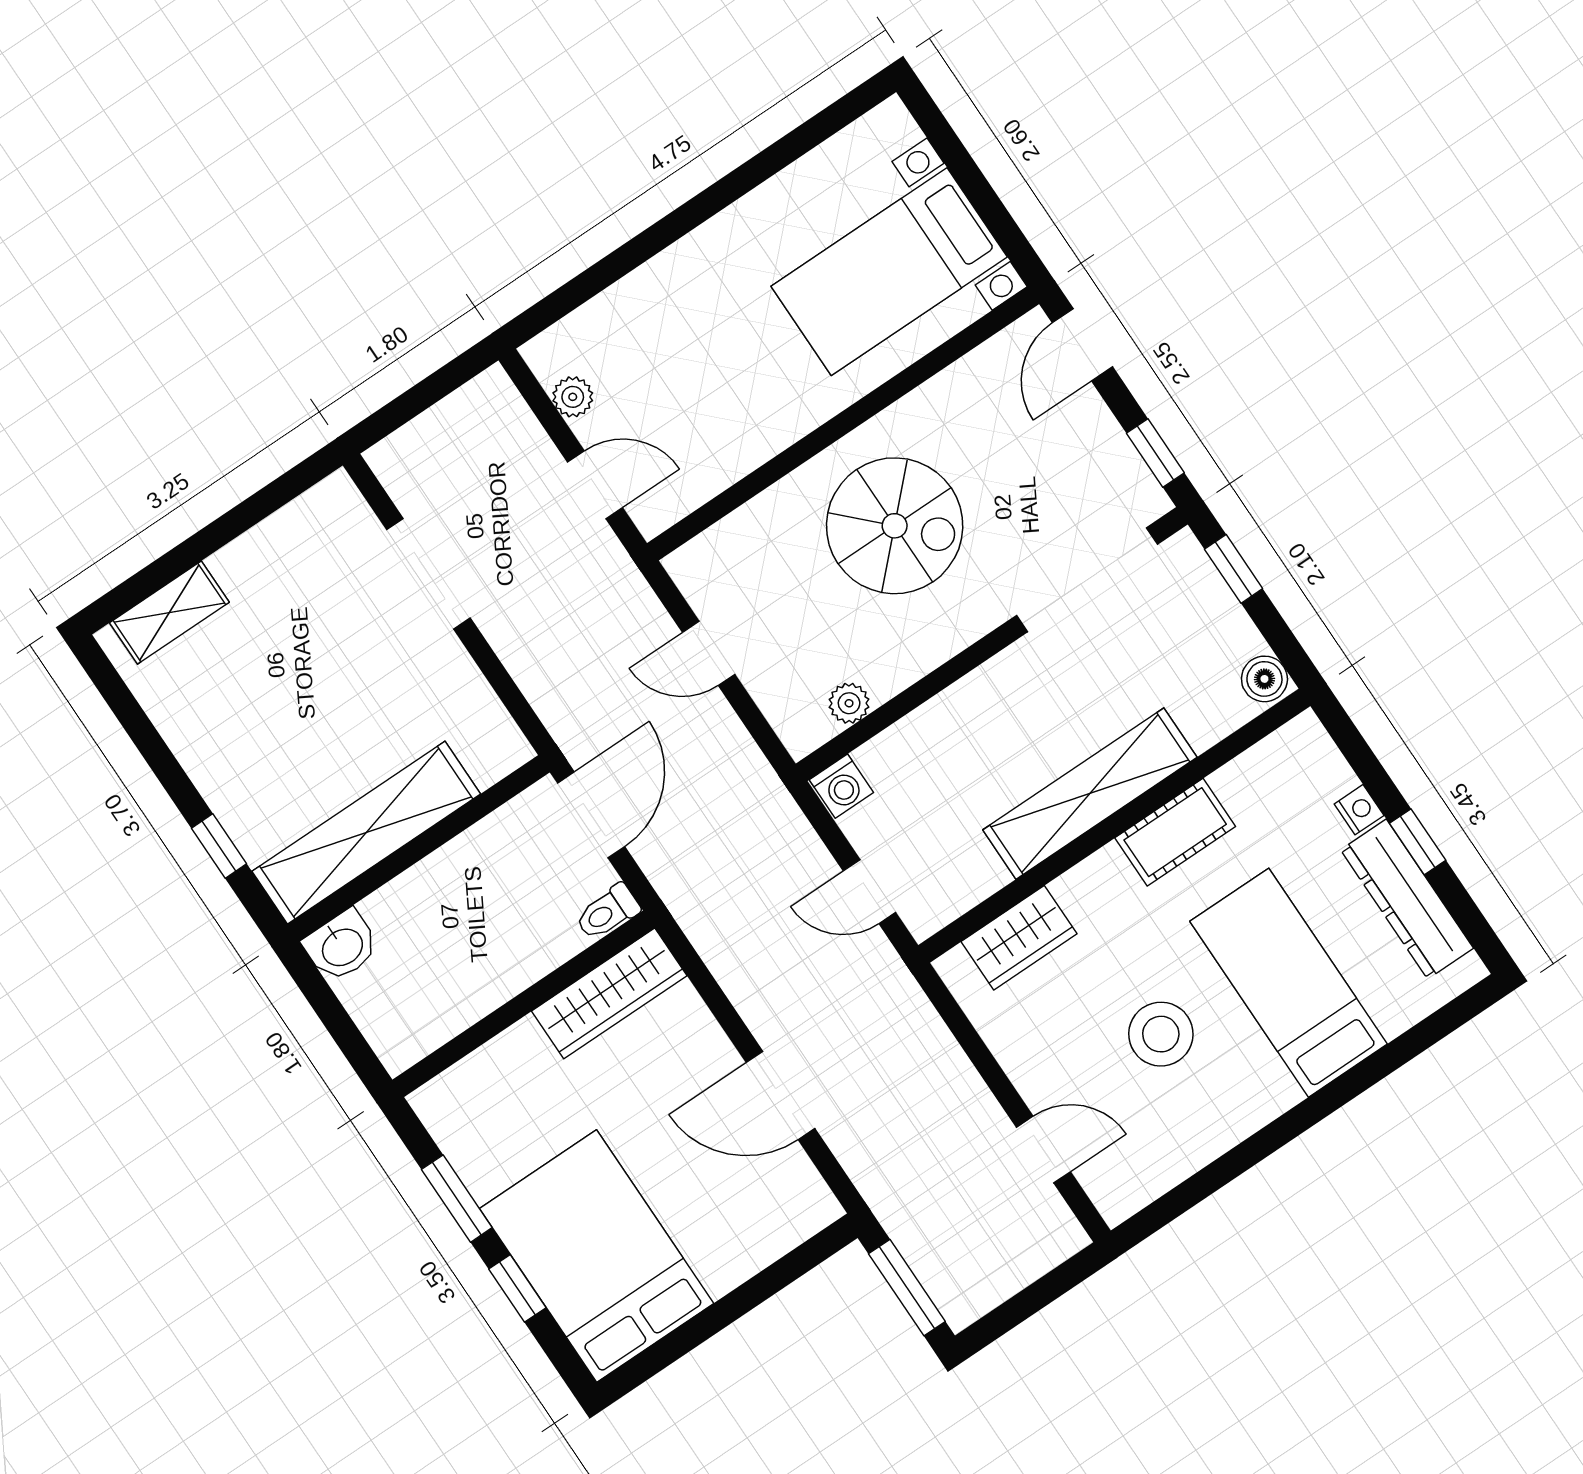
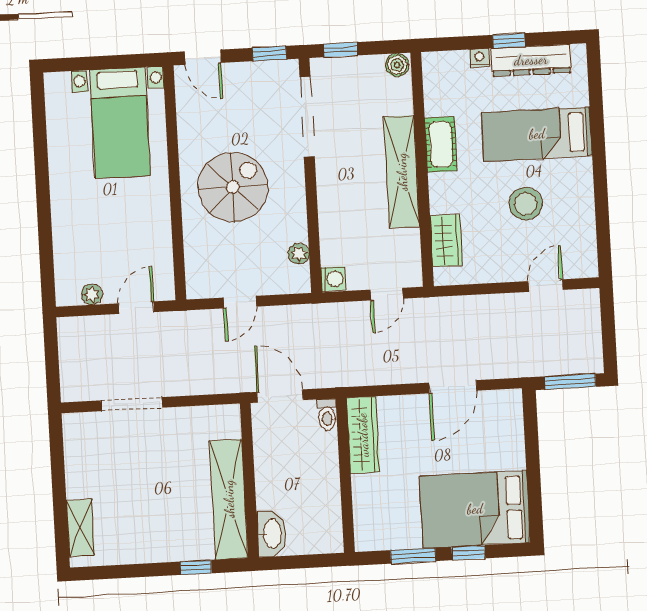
washbasin: (342, 946) -> (272, 534), width x1.38

